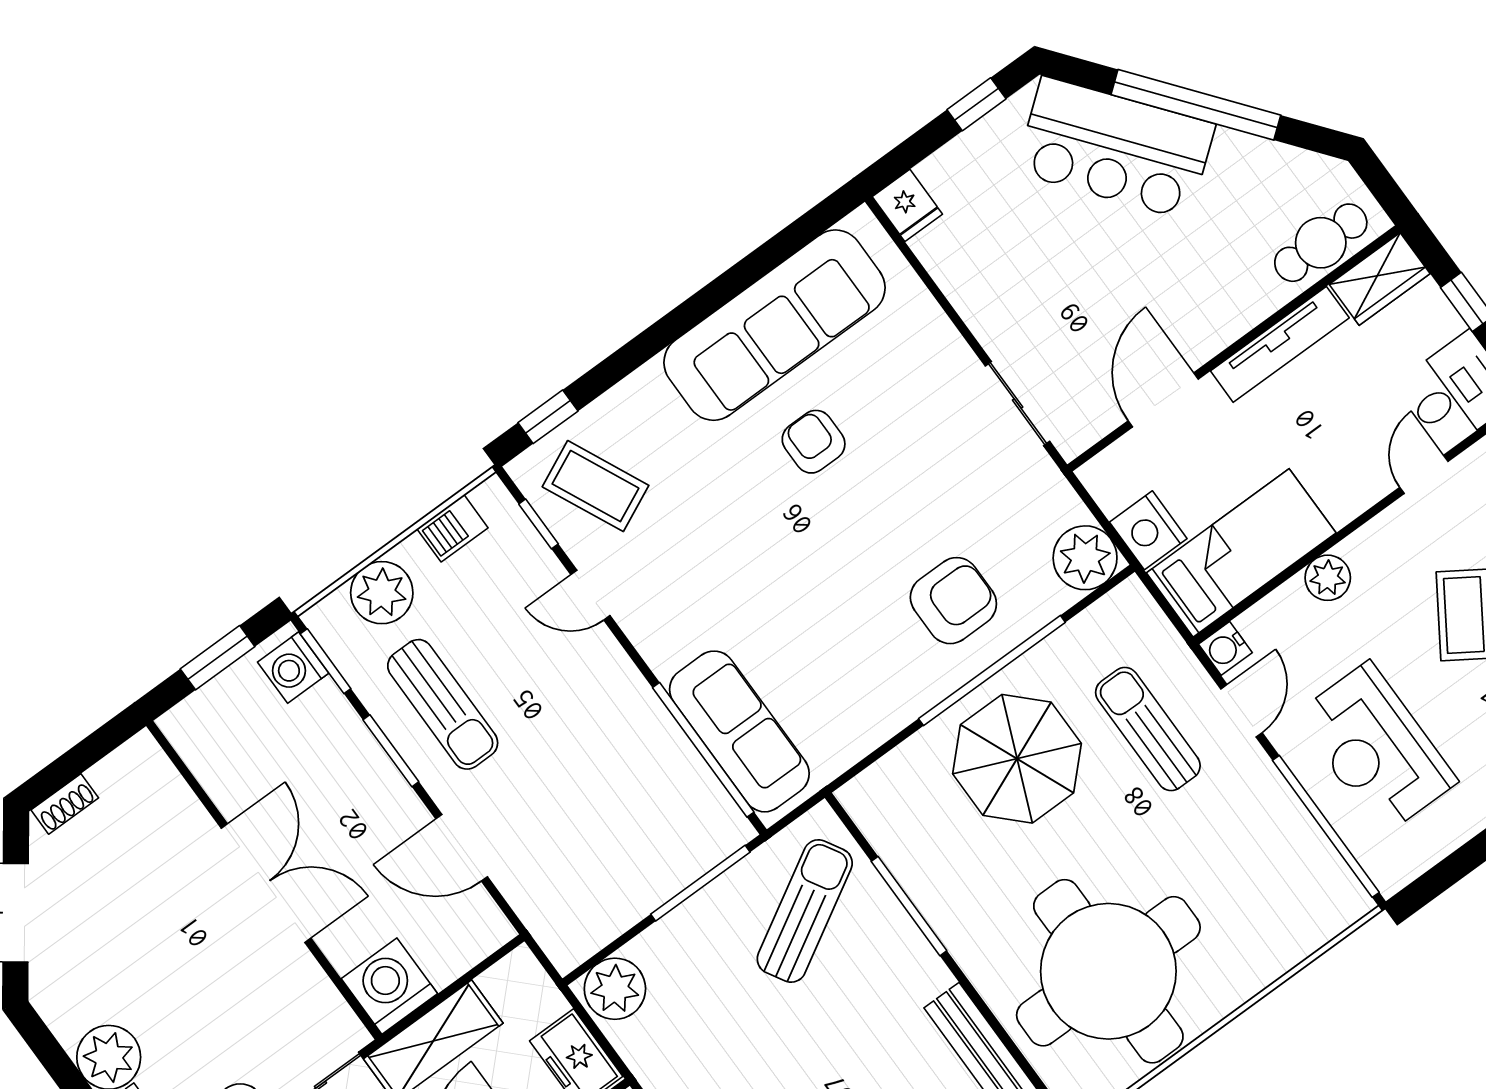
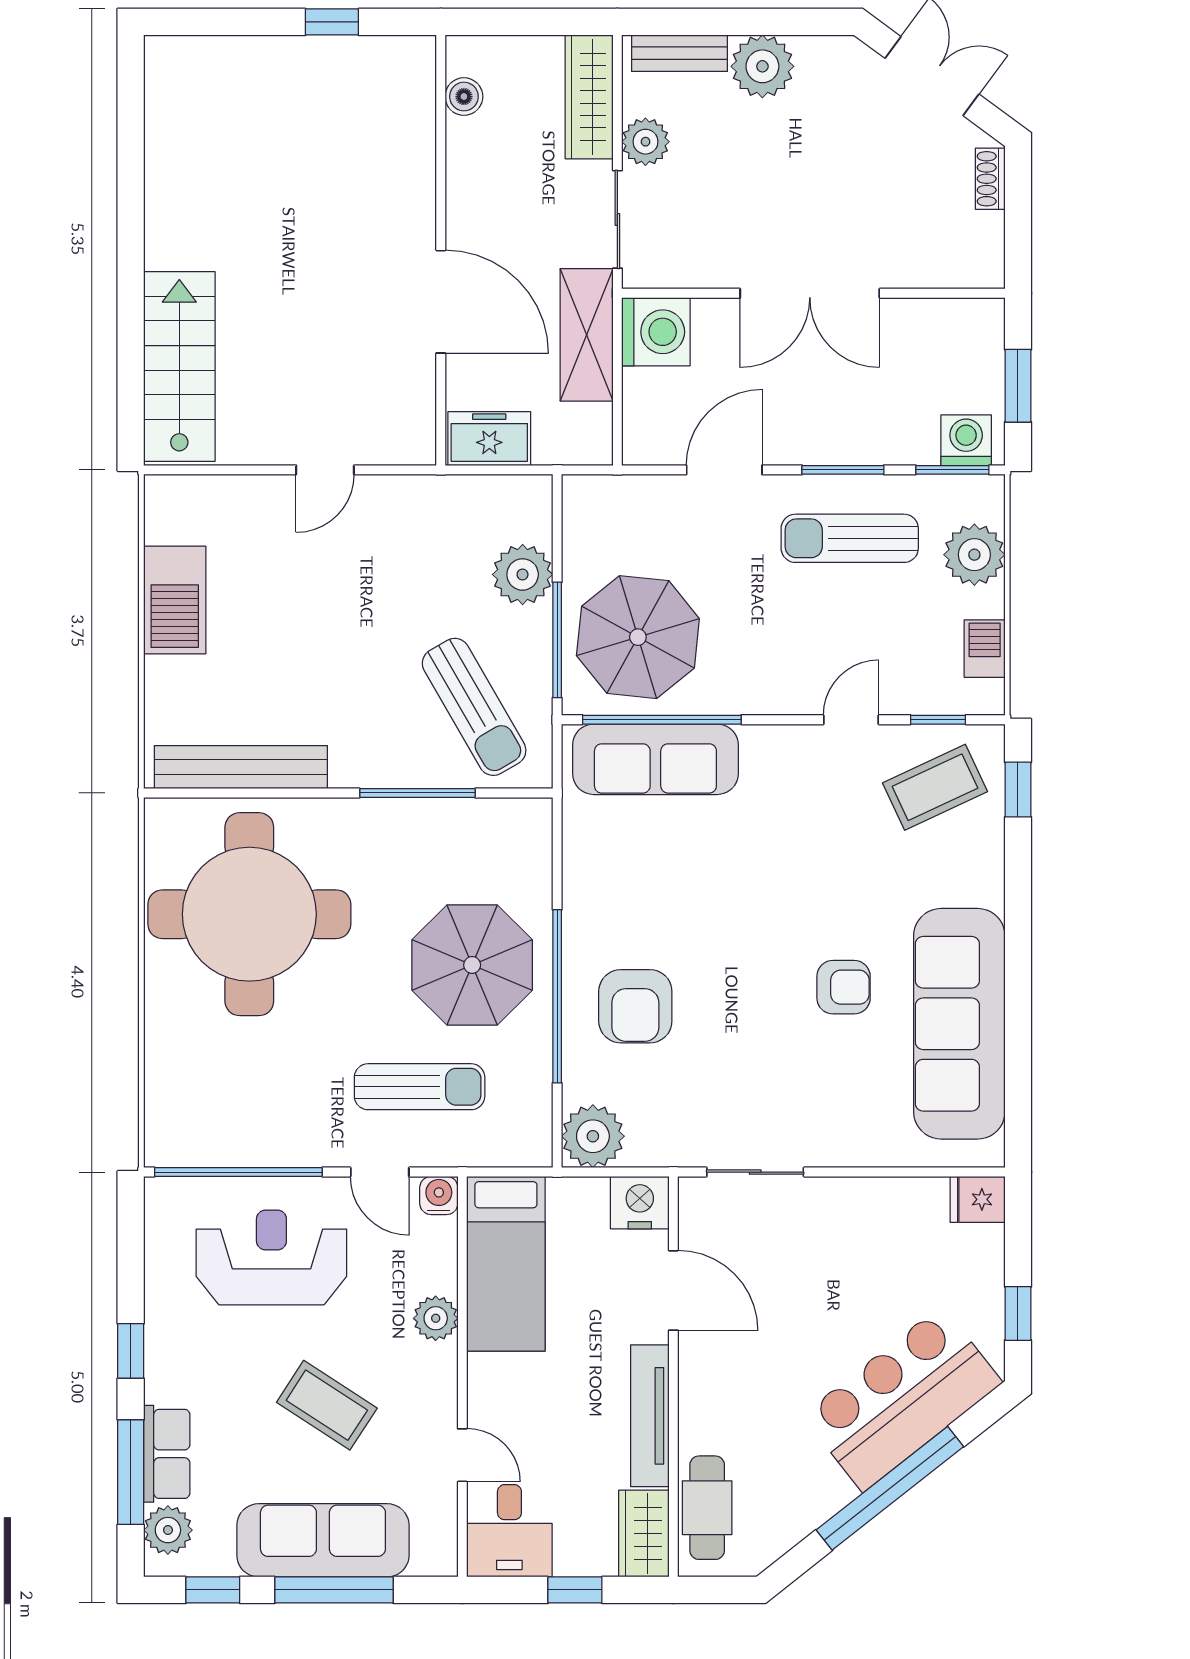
nightstand: (1148, 530) -> (640, 1203), moved
parasol: (650, 819) -> (638, 637), added
plant: (615, 989) -> (523, 574), moved

